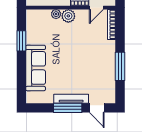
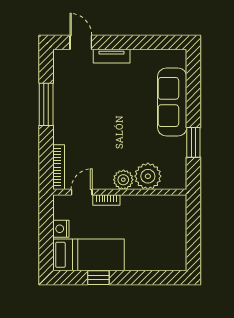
plant: (56, 14) -> (148, 176), width x1.88, depth x1.88
tv unit: (71, 99) -> (112, 56), width x0.71
window: (68, 108) -> (124, 42), removed

